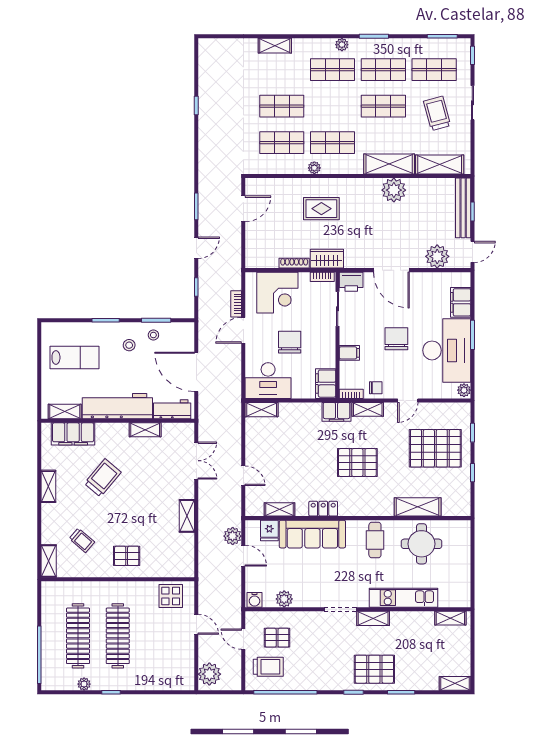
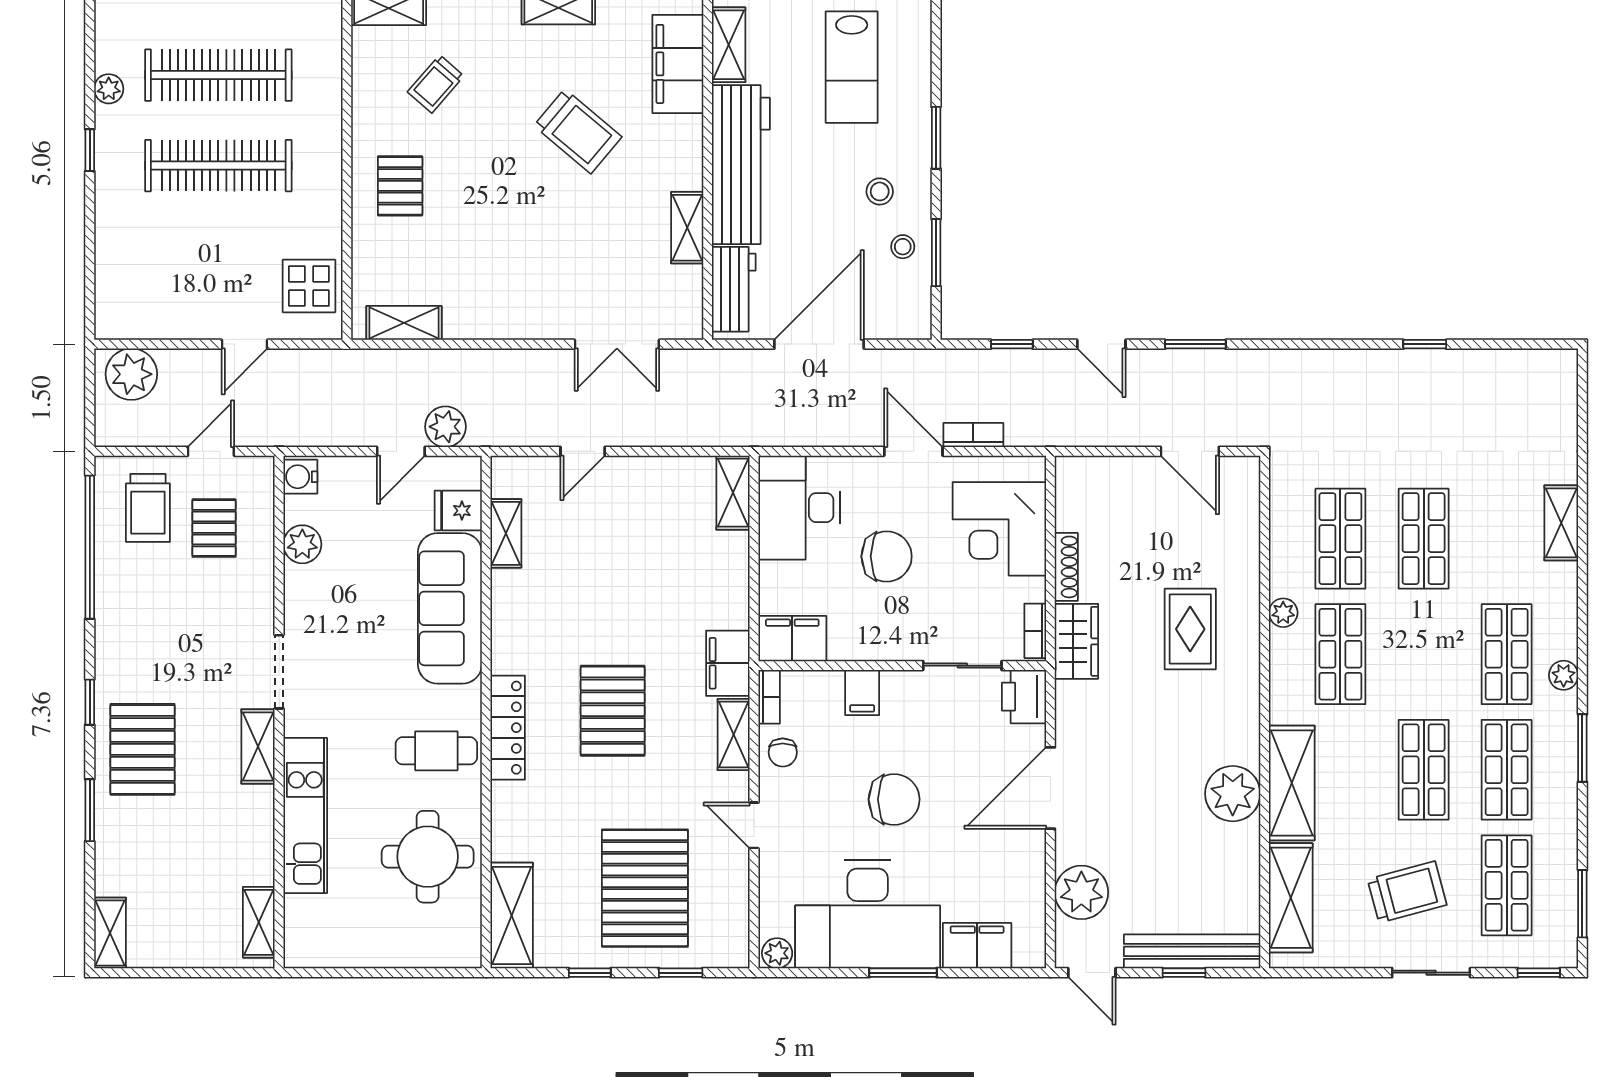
shelving: (418, 507) -> (512, 915), moved
locker: (323, 509) -> (508, 728), moved, width x1.53
shelving: (187, 516) -> (404, 323), moved

